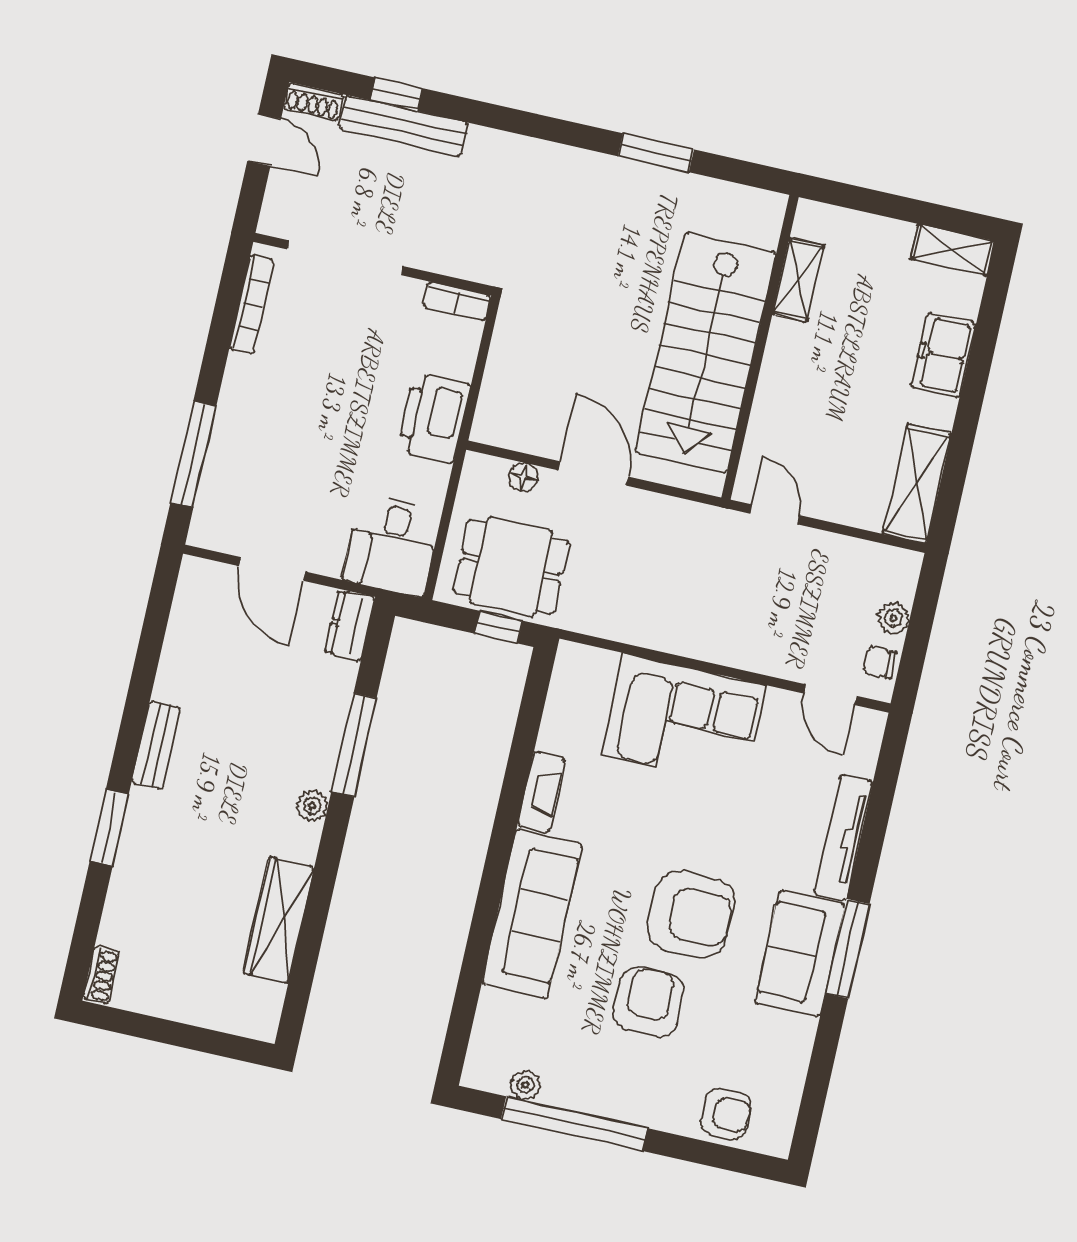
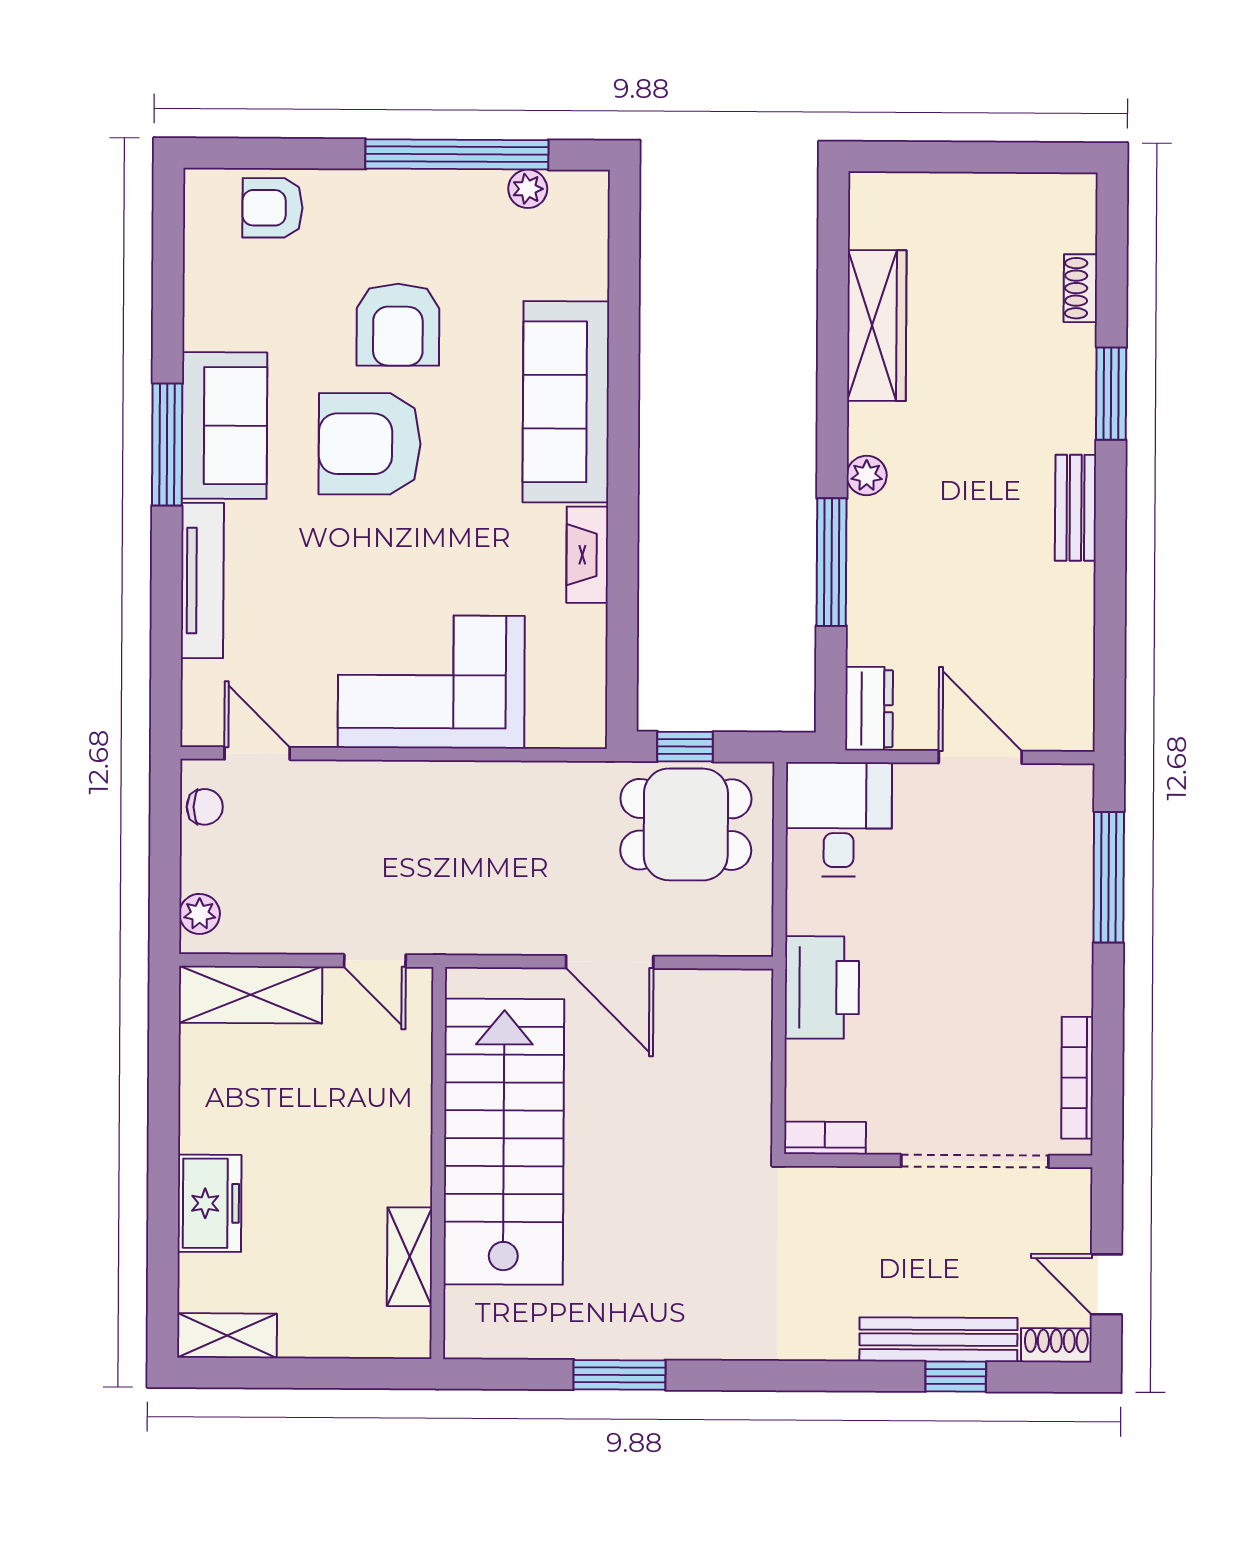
floor lamp: (523, 477) -> (695, 938), removed
shelving: (917, 484) -> (251, 995), moved, turned 90
plant: (894, 618) -> (200, 914), moved
shoe rack: (101, 975) -> (1080, 288), moved

